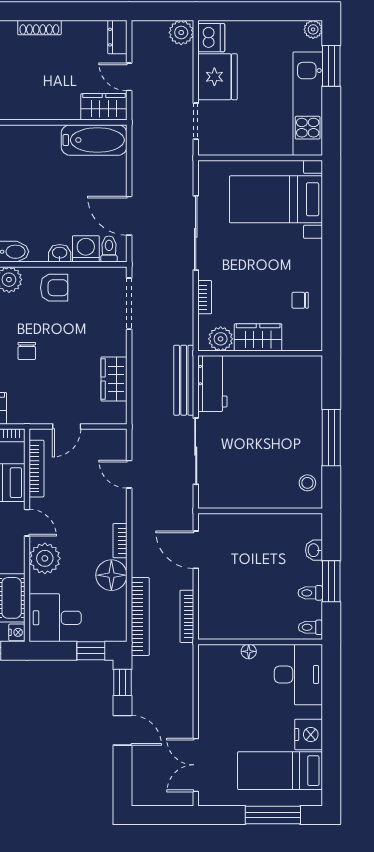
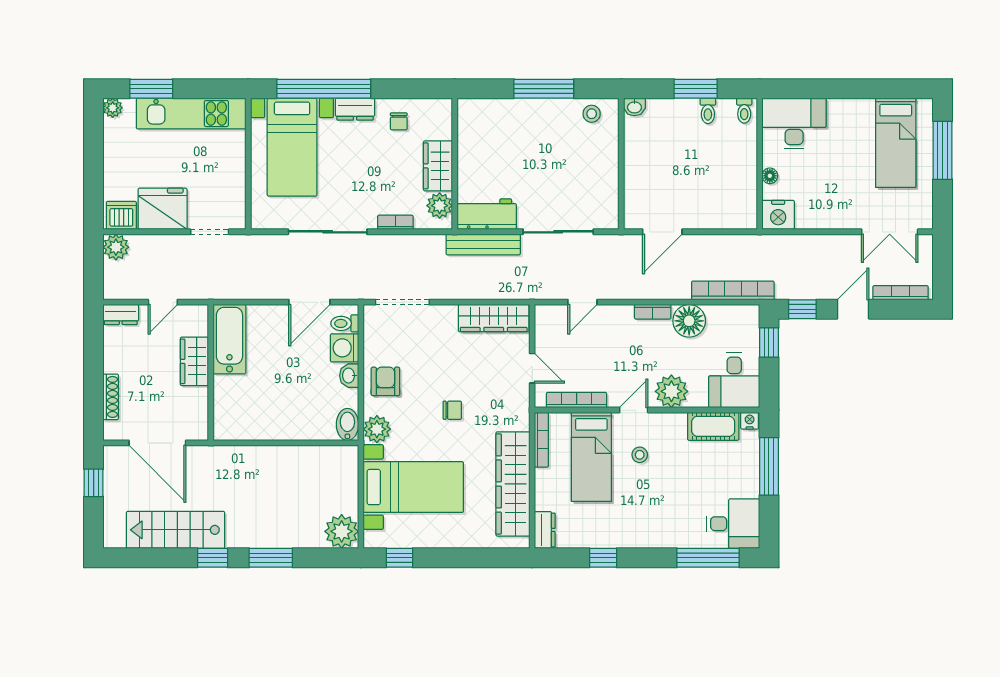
wardrobe: (104, 107) -> (194, 361), moved
window: (331, 229) -> (324, 89), added
dresser: (312, 259) -> (355, 109), added
wardrobe: (114, 379) -> (494, 318), width x1.50
washbasin: (314, 550) -> (634, 107), moved
bookcase: (187, 616) -> (901, 293), moved, turned 180
nightstand: (309, 734) -> (778, 215), moved, turned 180

